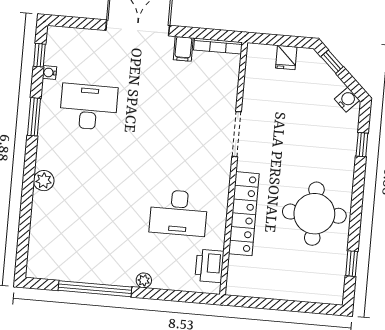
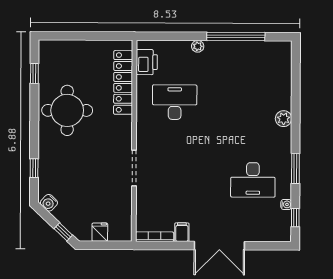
locker: (244, 214) -> (123, 82), moved

